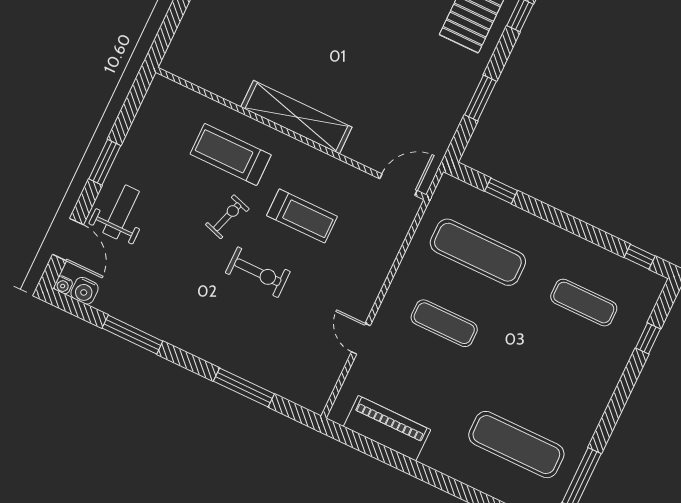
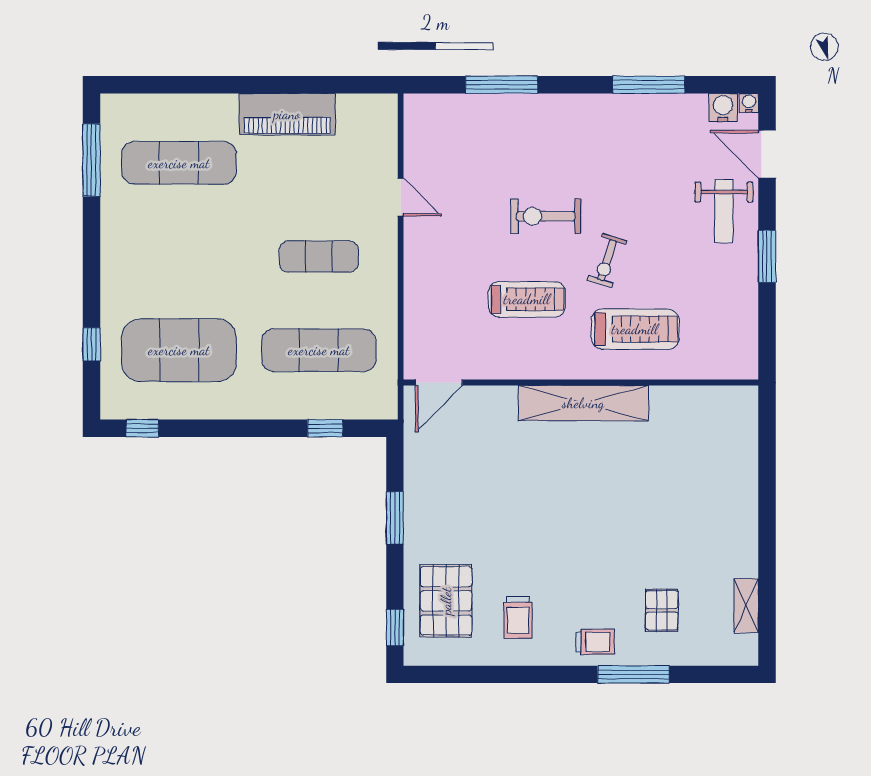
treadmill: (302, 216) -> (527, 299), turned 180
exercise mat: (584, 303) -> (179, 350), width x2.00, depth x1.45
piano: (387, 428) -> (287, 114), moved

